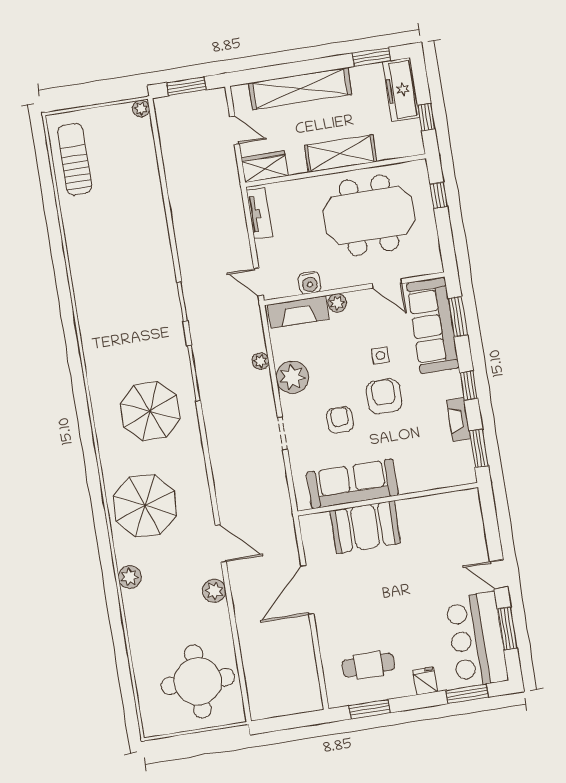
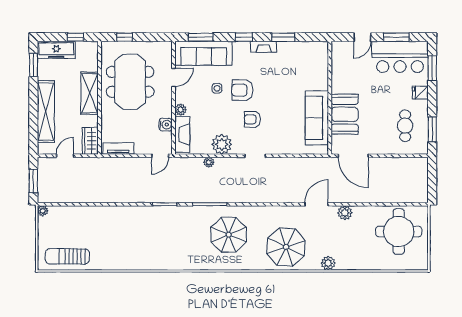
sofa: (352, 484) -> (317, 118), moved
wall: (388, 499) -> (330, 98), moved
booth: (365, 527) -> (345, 114), moved

